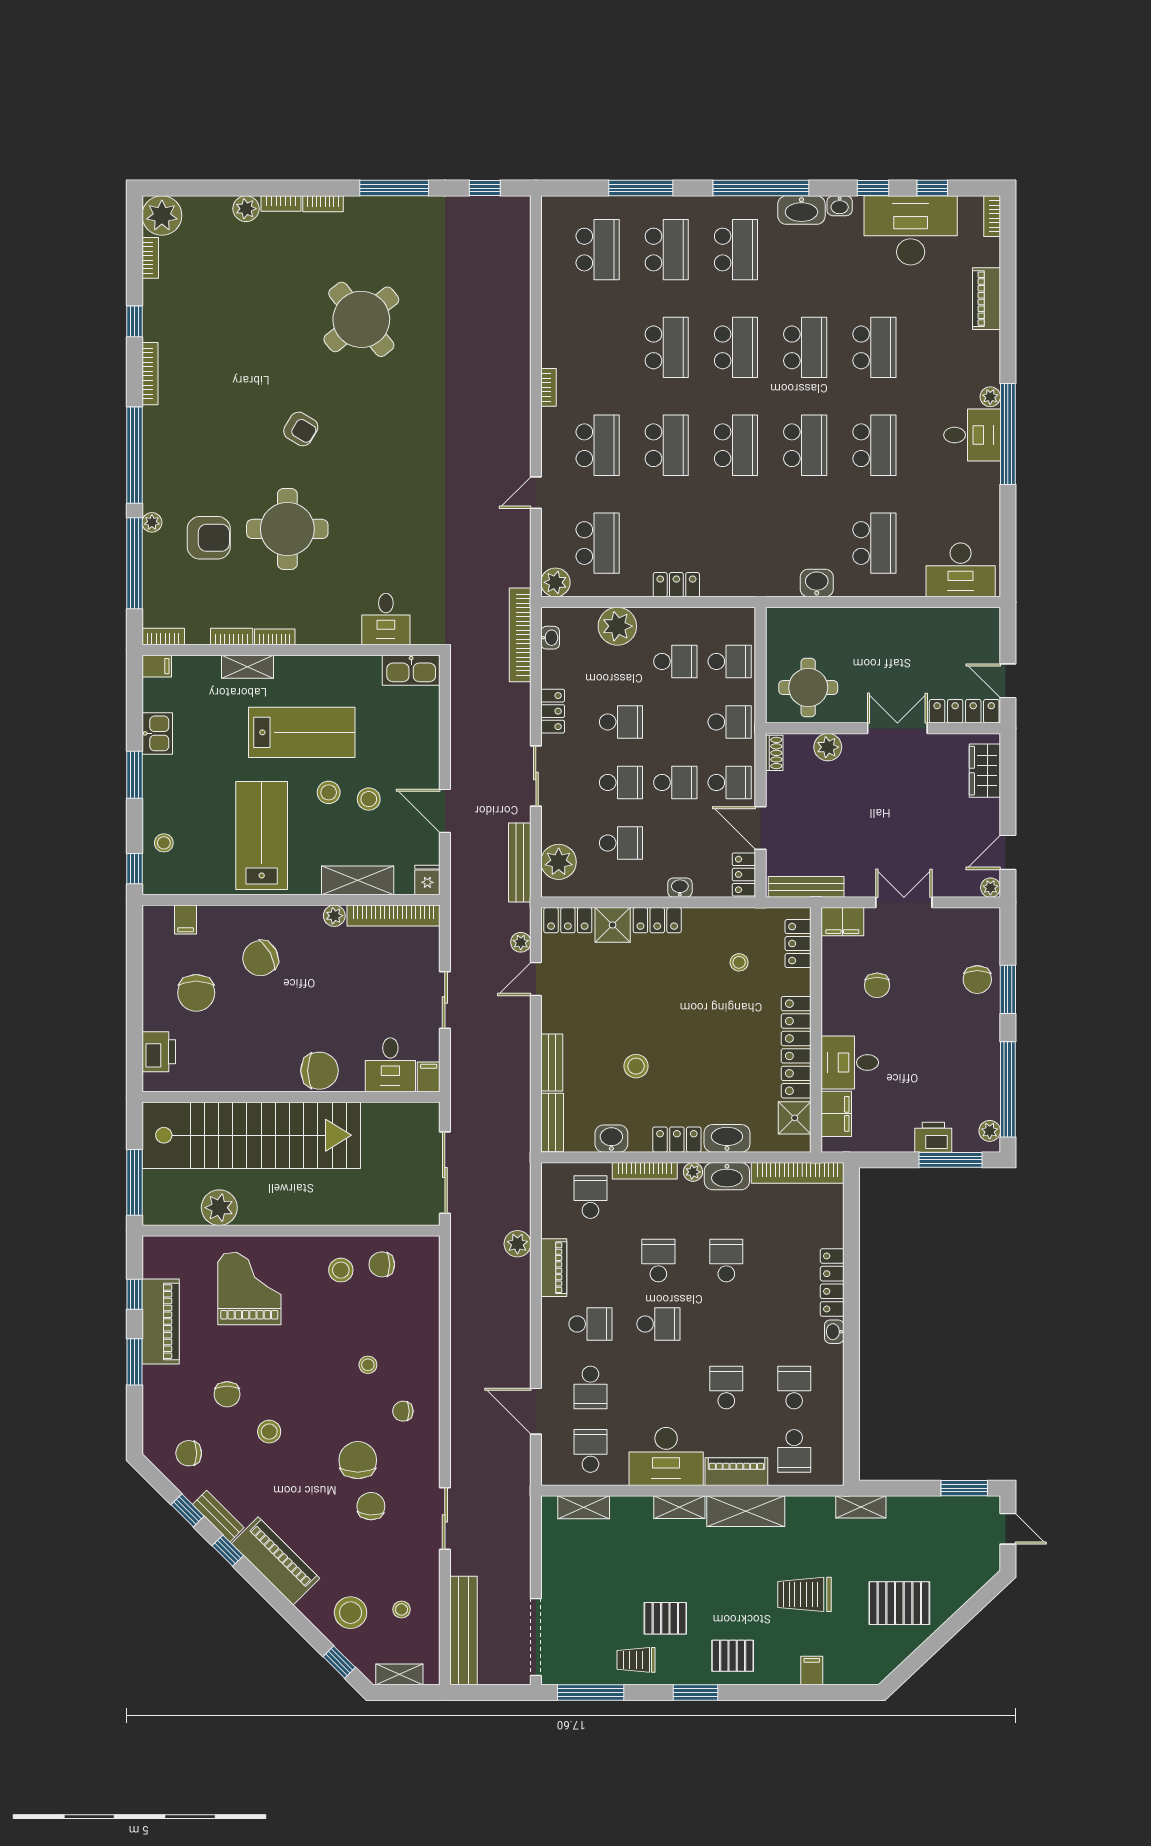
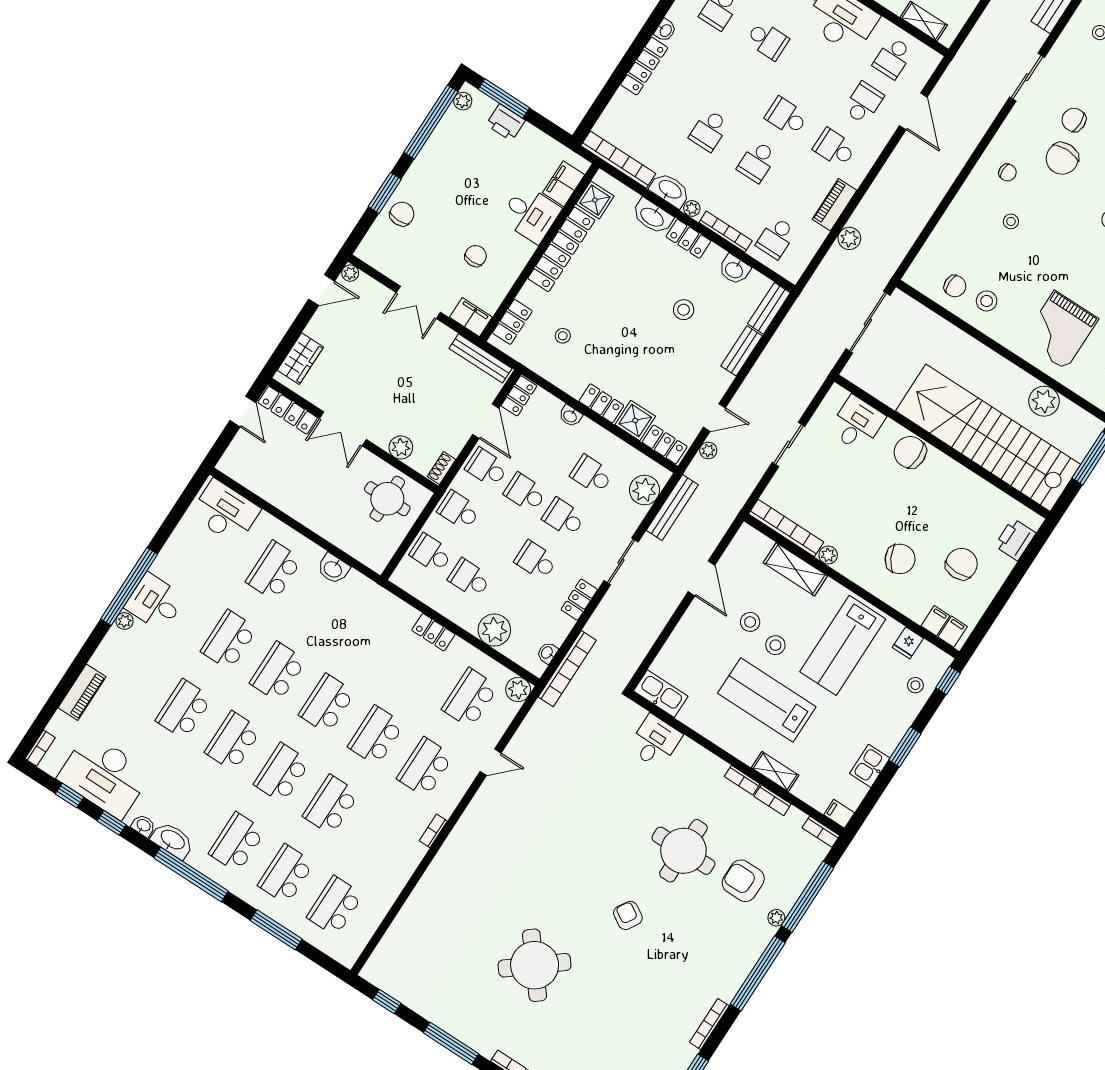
fridge: (427, 880) -> (908, 643), moved
filing cabinet: (429, 1077) -> (953, 632), moved, turned 180
school desk: (726, 1387) -> (767, 40), turned -90
chair: (371, 1506) -> (1074, 120), turned 87

